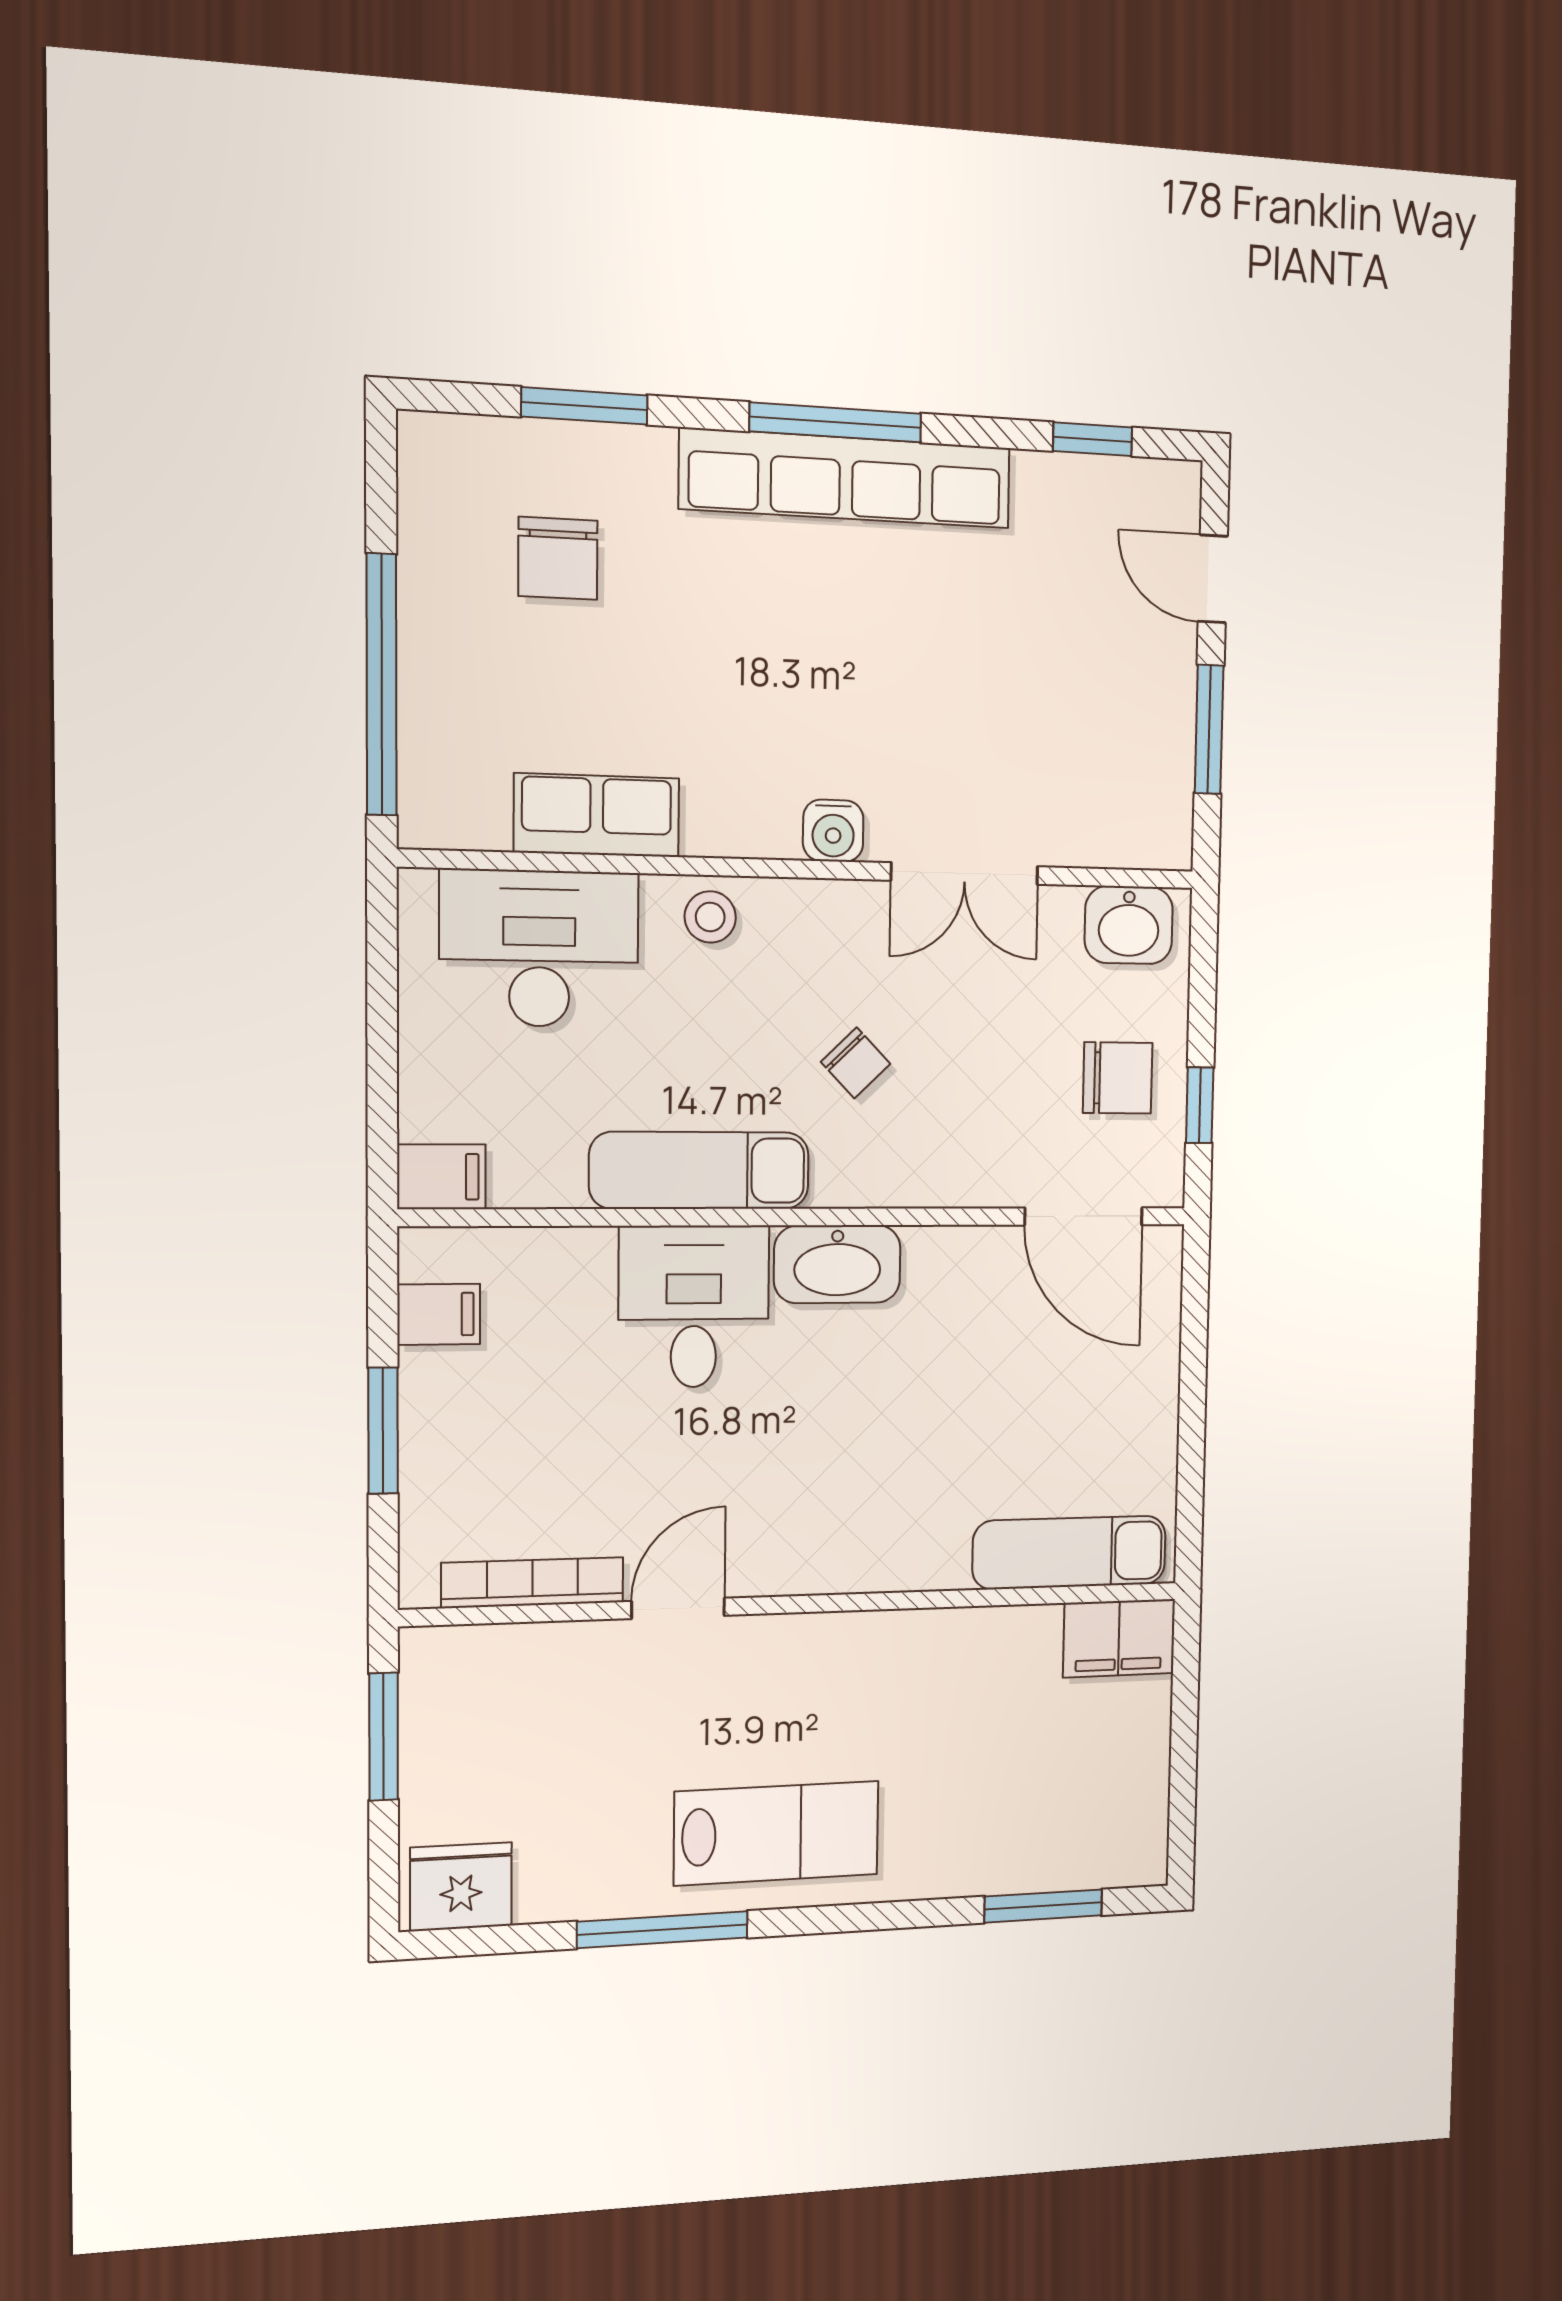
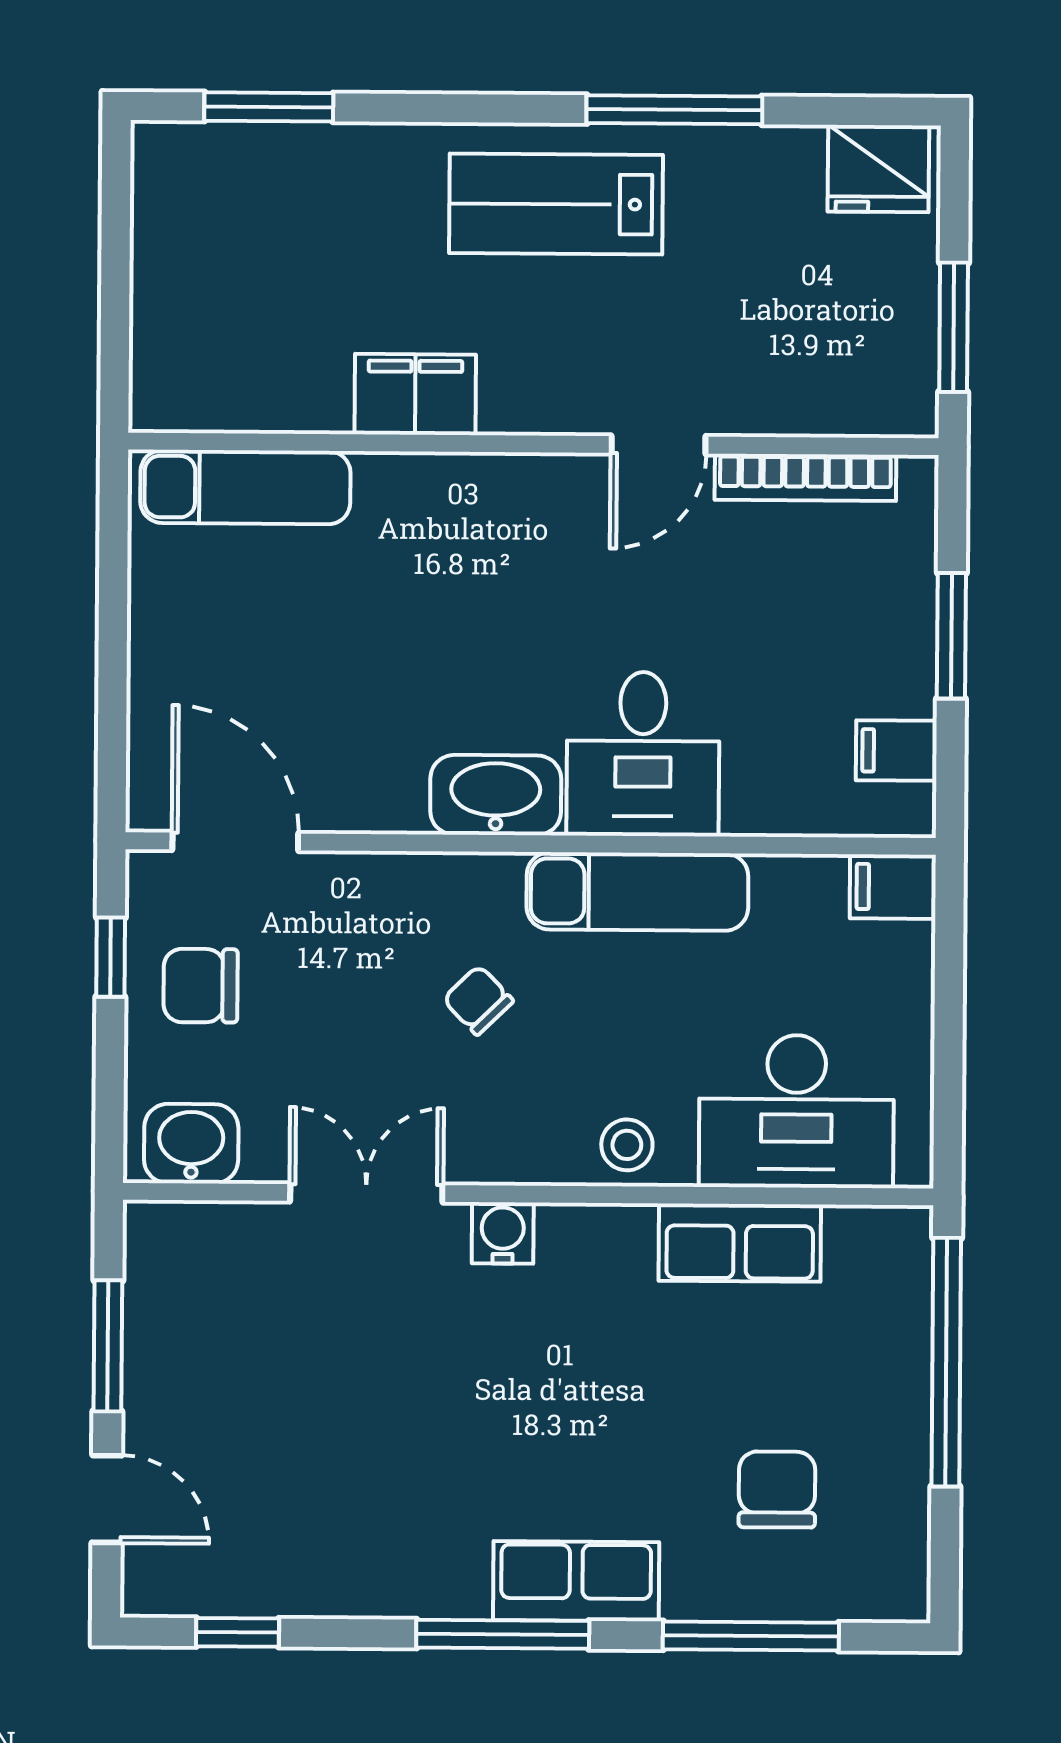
window: (584, 406) -> (751, 1636), width x1.44
row of seats: (846, 478) -> (576, 1581), width x0.50
filing cabinet: (1119, 1638) -> (415, 394), moved

